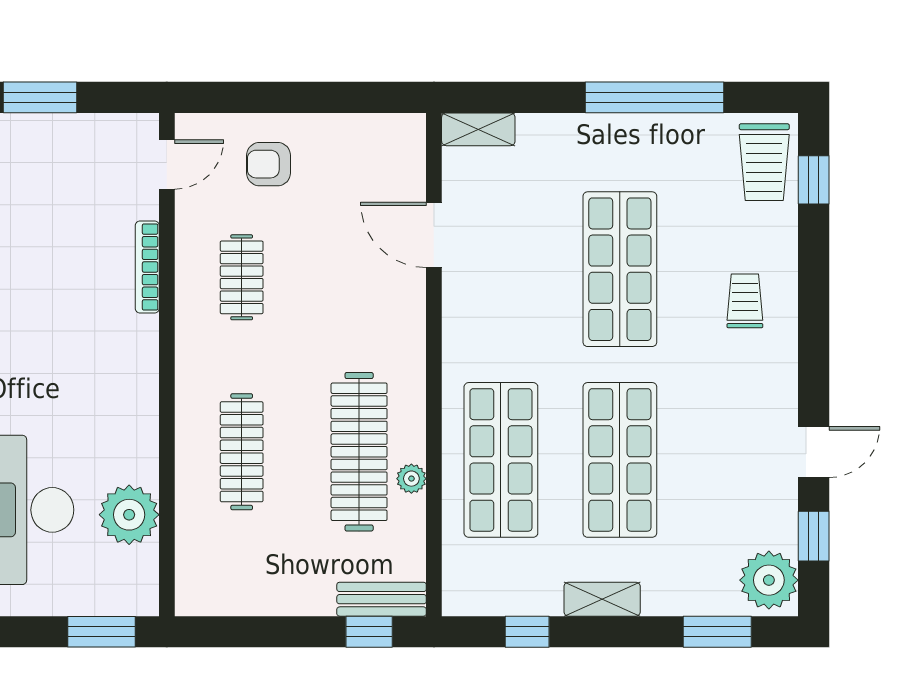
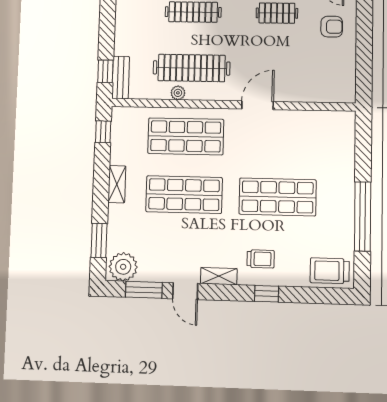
shelving: (478, 129) -> (219, 276), moved, turned 90
armchair: (269, 164) -> (332, 27), turned 90
window: (814, 180) -> (267, 294), moved
door: (434, 235) -> (258, 105), moved
window: (814, 536) -> (144, 290), width x1.50
window: (527, 632) -> (103, 132), moved

